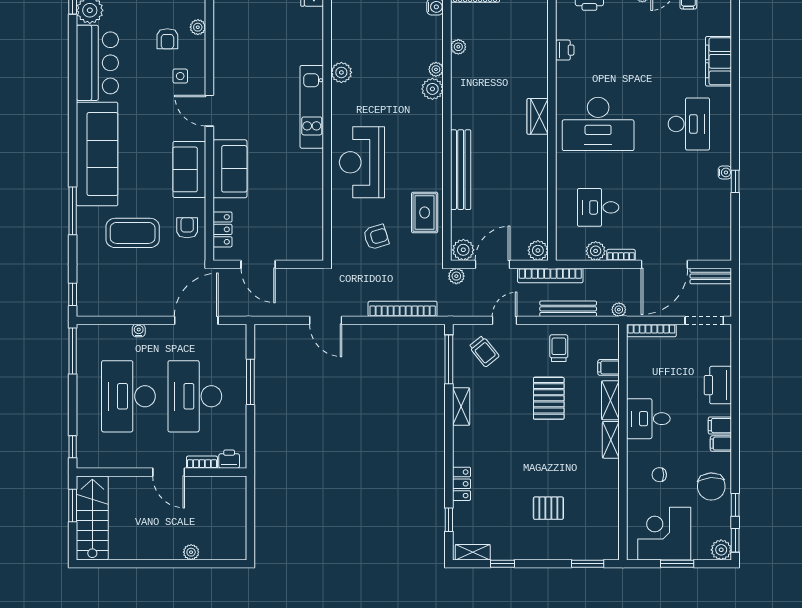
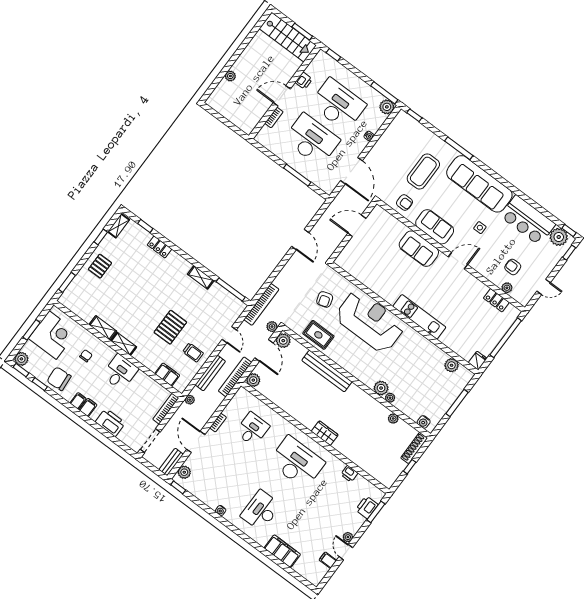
plant: (341, 72) -> (452, 365), moved
side table: (180, 76) -> (480, 228), moved
desk: (598, 124) -> (297, 462), turned 90
desk: (689, 124) -> (261, 511), turned 90
reception desk: (362, 162) -> (370, 321), width x1.36, depth x1.30
window: (735, 181) -> (178, 487), moved
locker: (222, 229) -> (496, 300), moved
plant: (596, 251) -> (184, 472), moved
door: (664, 264) -> (196, 442), width x0.73
bookcase: (403, 309) -> (261, 304), moved
door: (326, 320) -> (300, 239), swing flipped
plant: (87, 335) -> (387, 107), added
trolley: (484, 351) -> (221, 311), removed
filing cabinet: (609, 367) -> (167, 374), width x2.00
pallet: (549, 398) -> (170, 327), turned 90
shelving: (610, 400) -> (103, 328), moved
printer: (229, 459) -> (304, 81), moved
pallet: (548, 508) -> (100, 266), moved

